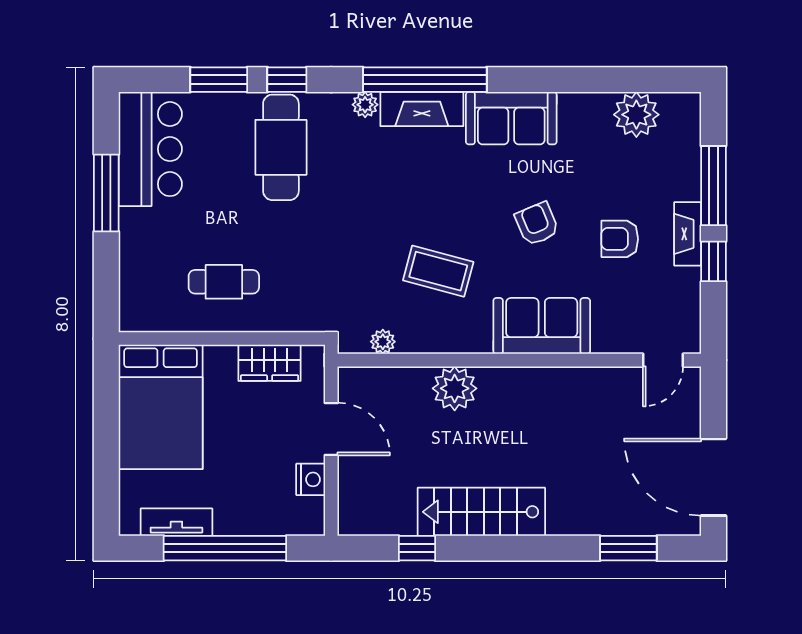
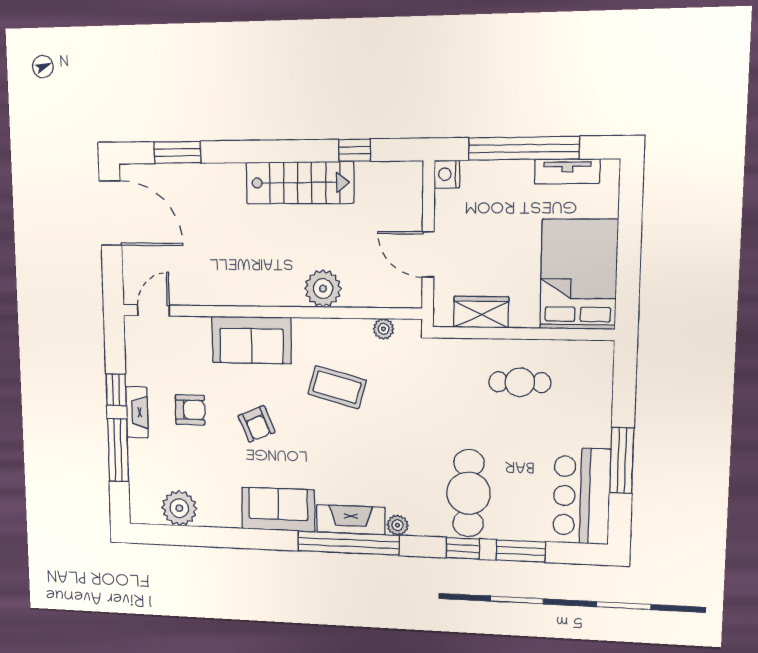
nightstand: (311, 479) -> (447, 174), moved

